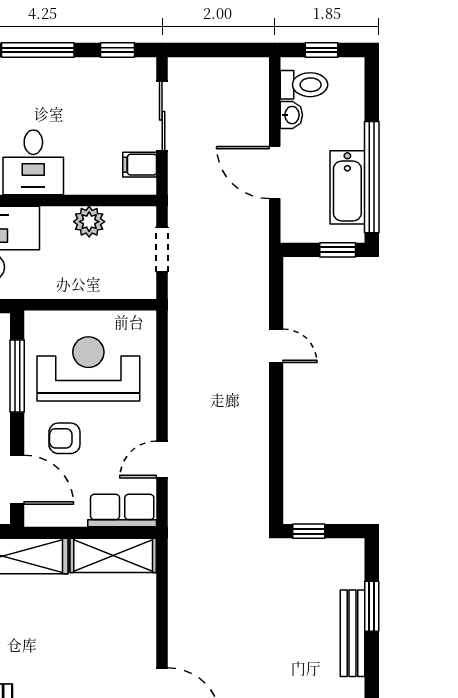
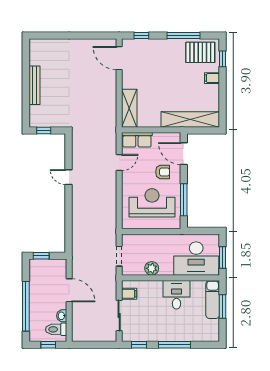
window: (372, 177) -> (26, 306), moved
bathtub: (347, 187) -> (37, 284), removed
door: (276, 346) -> (68, 177), moved
reception desk: (88, 369) -> (152, 203), turned 180
window: (309, 531) -> (44, 131), moved
shelving: (113, 555) -> (129, 108), moved, turned 90
window: (372, 606) -> (26, 97), removed

